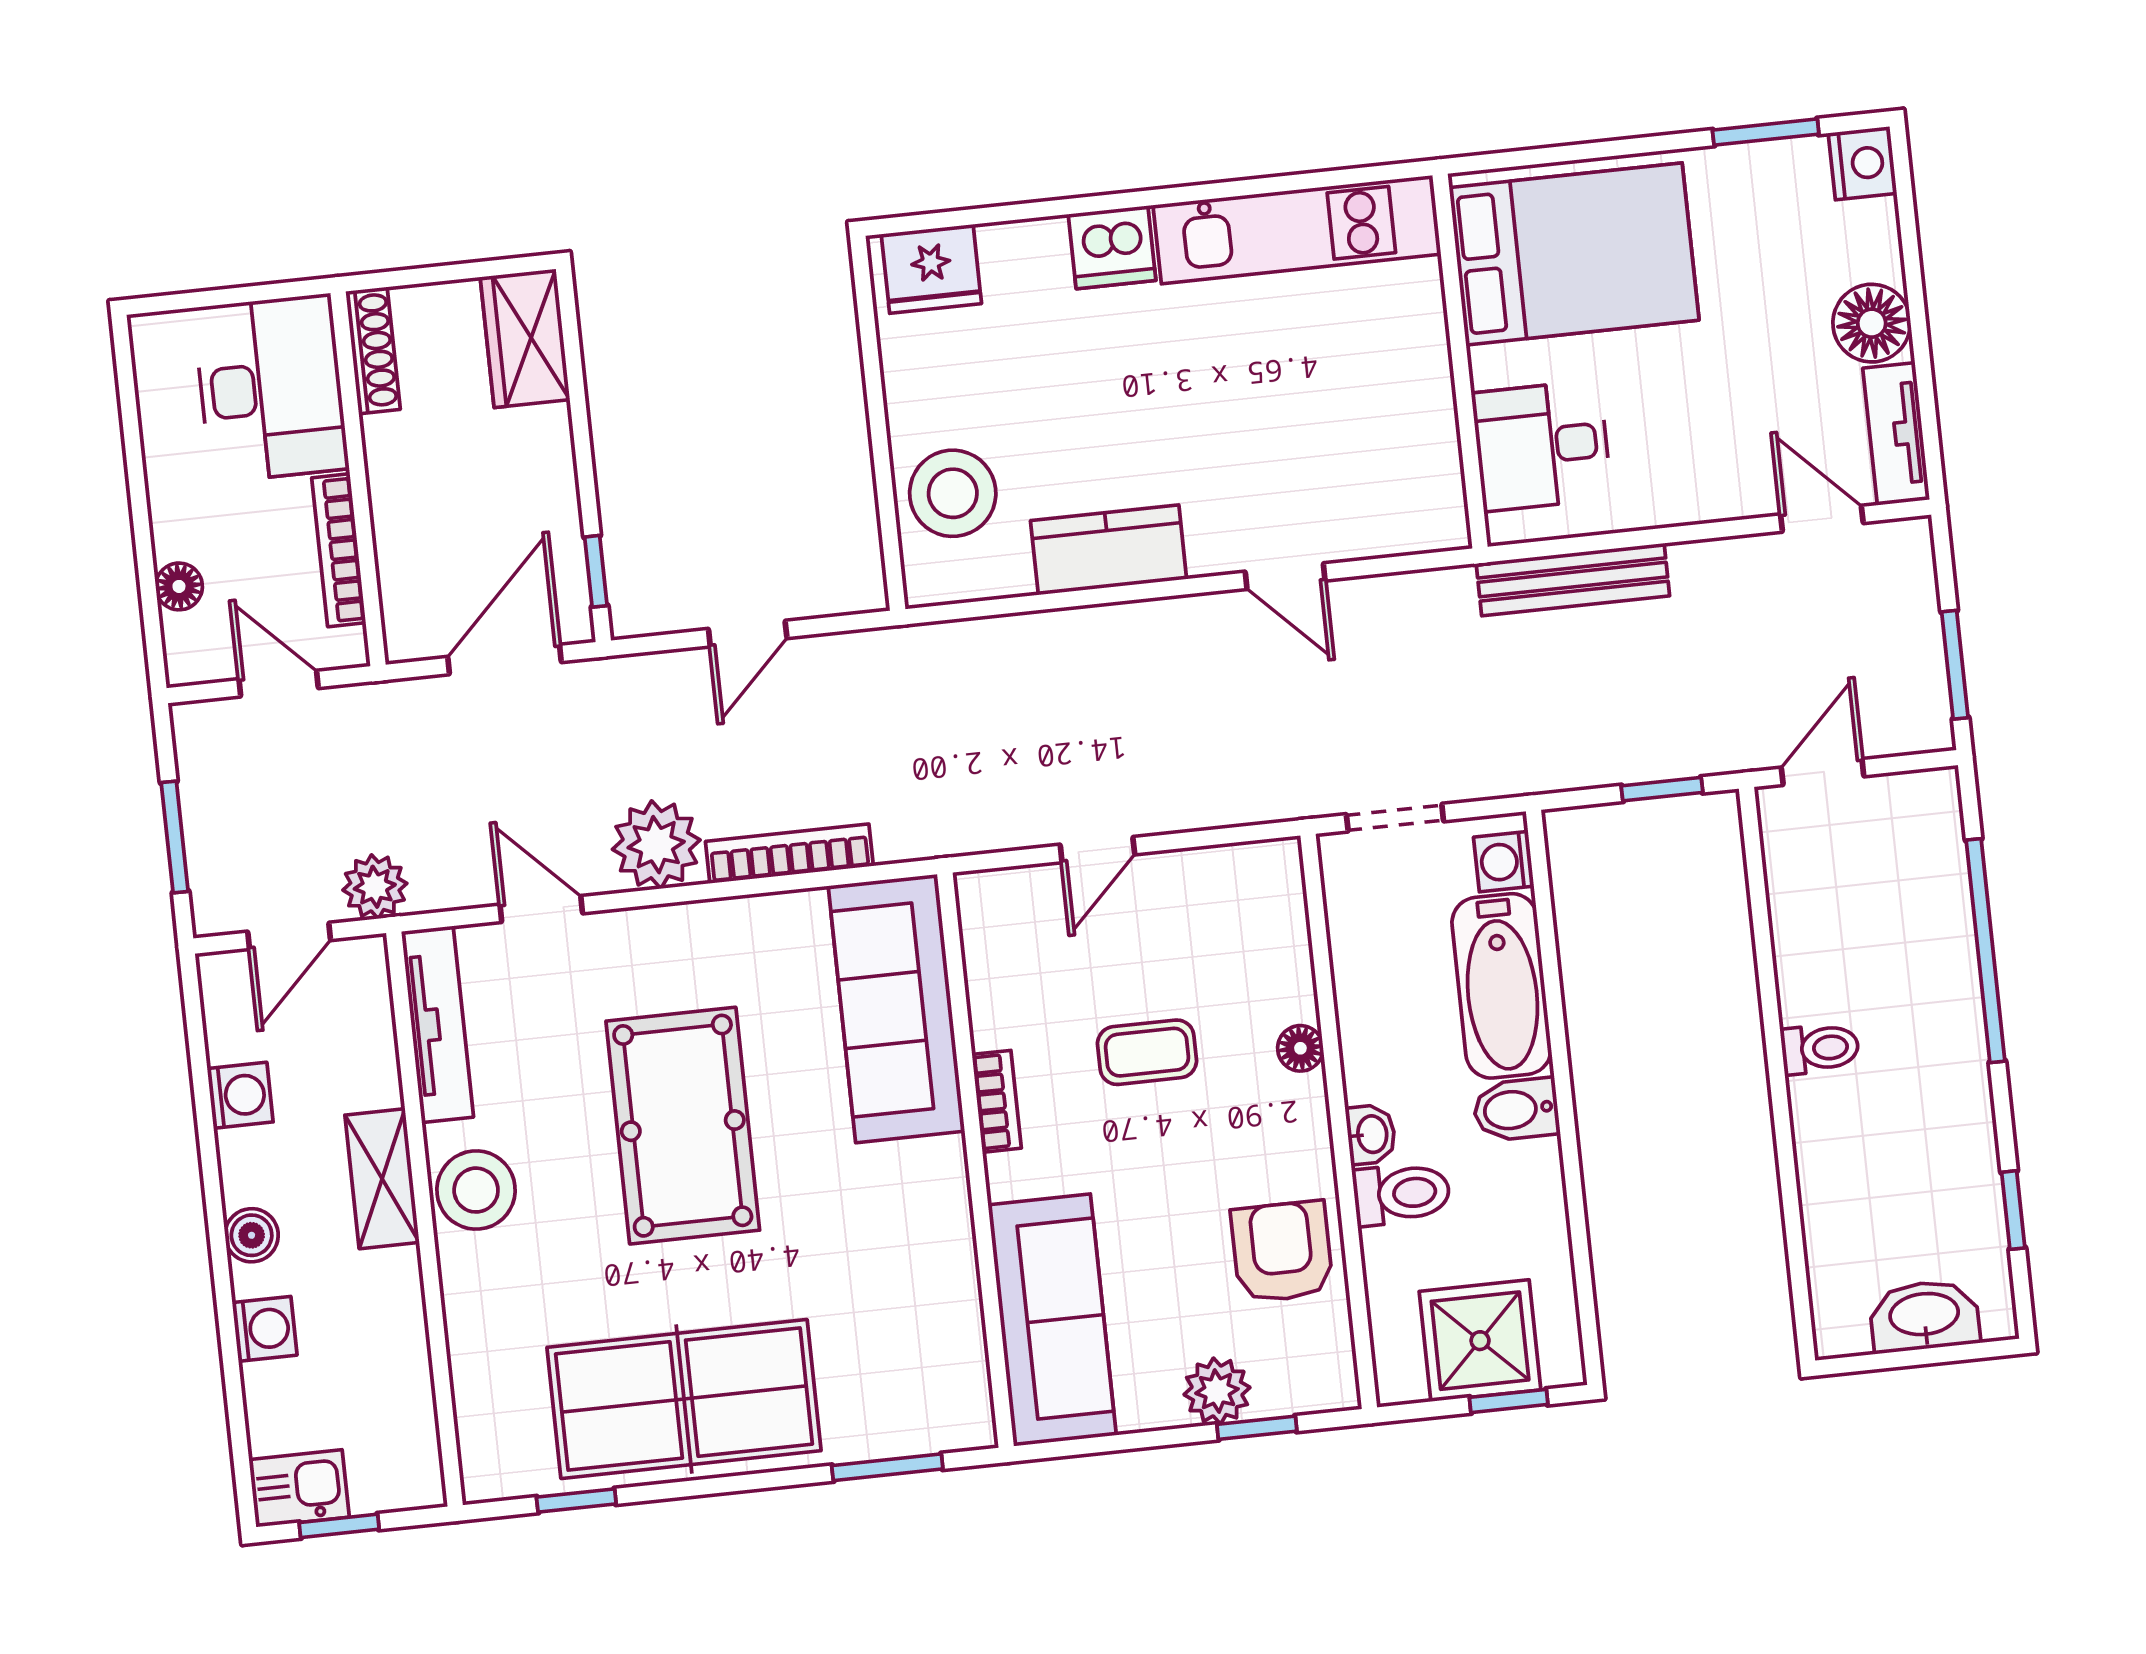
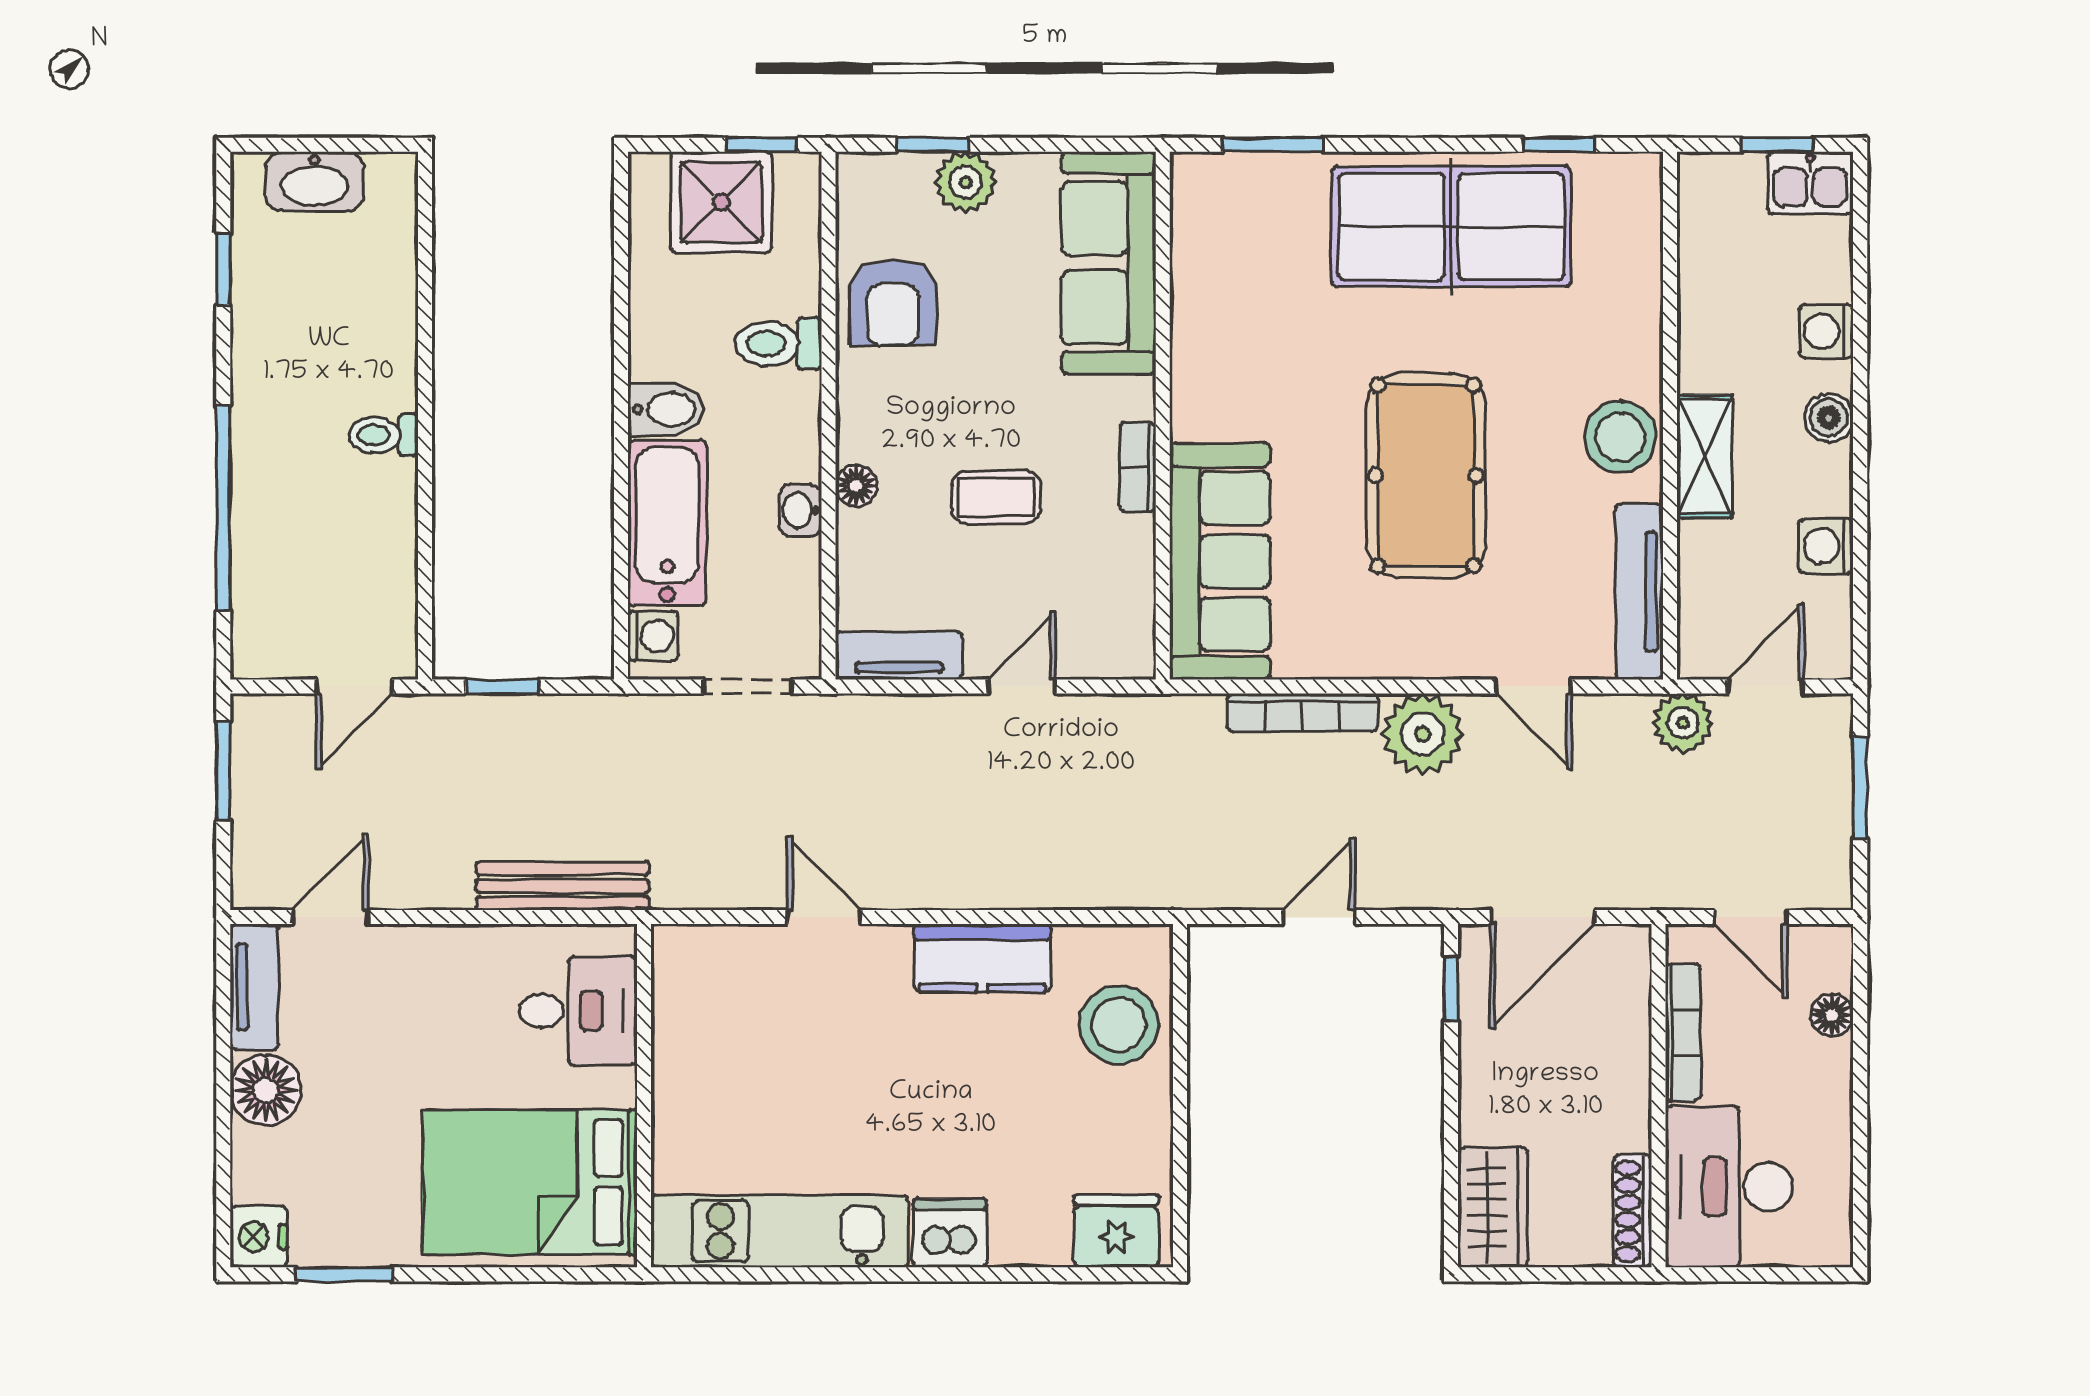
door: (1822, 519) -> (330, 917), swing flipped
tv unit: (1234, 869) -> (899, 655), added
washbasin: (1371, 1134) -> (800, 510), moved
window: (1509, 1401) -> (761, 145), moved

